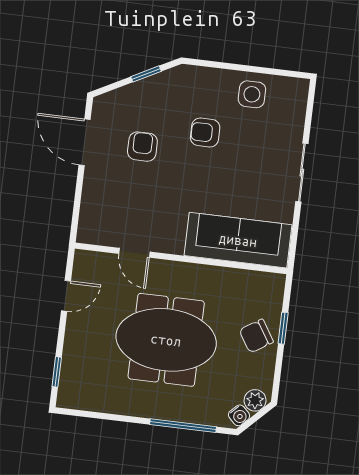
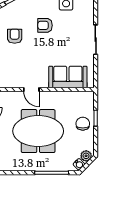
sofa: (238, 240) -> (68, 77), width x0.73
door: (134, 253) -> (31, 90), moved
chair: (256, 336) -> (83, 124), turned 122

